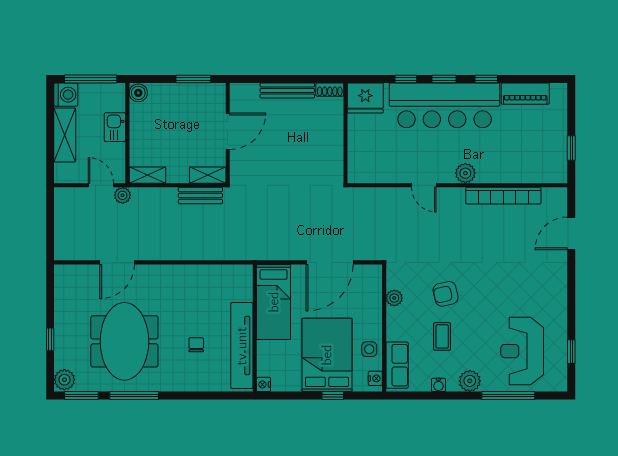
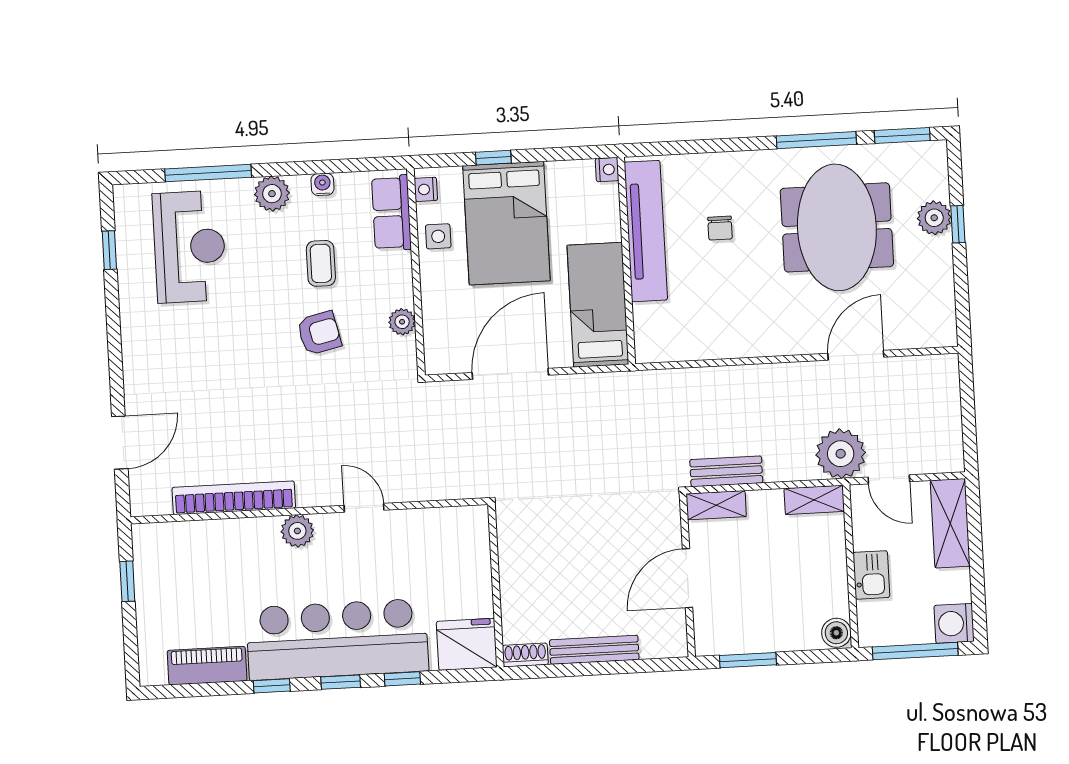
shelving: (65, 135) -> (950, 523), moved
plant: (123, 195) -> (841, 454), width x1.87, depth x1.87
plant: (64, 380) -> (934, 218), moved

